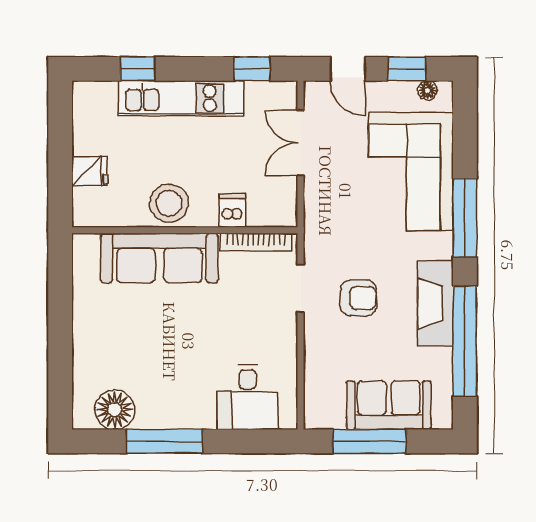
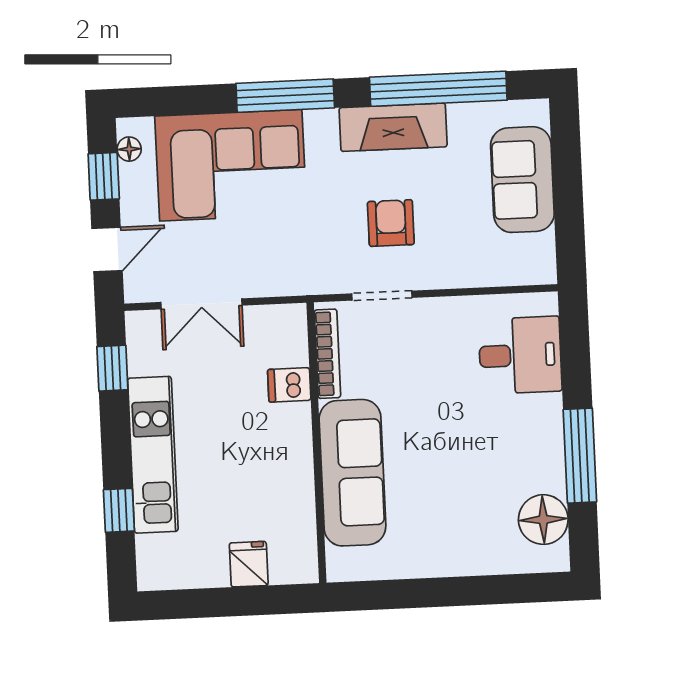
stool: (169, 203) -> (284, 464), removed
window: (370, 441) -> (568, 201), removed

